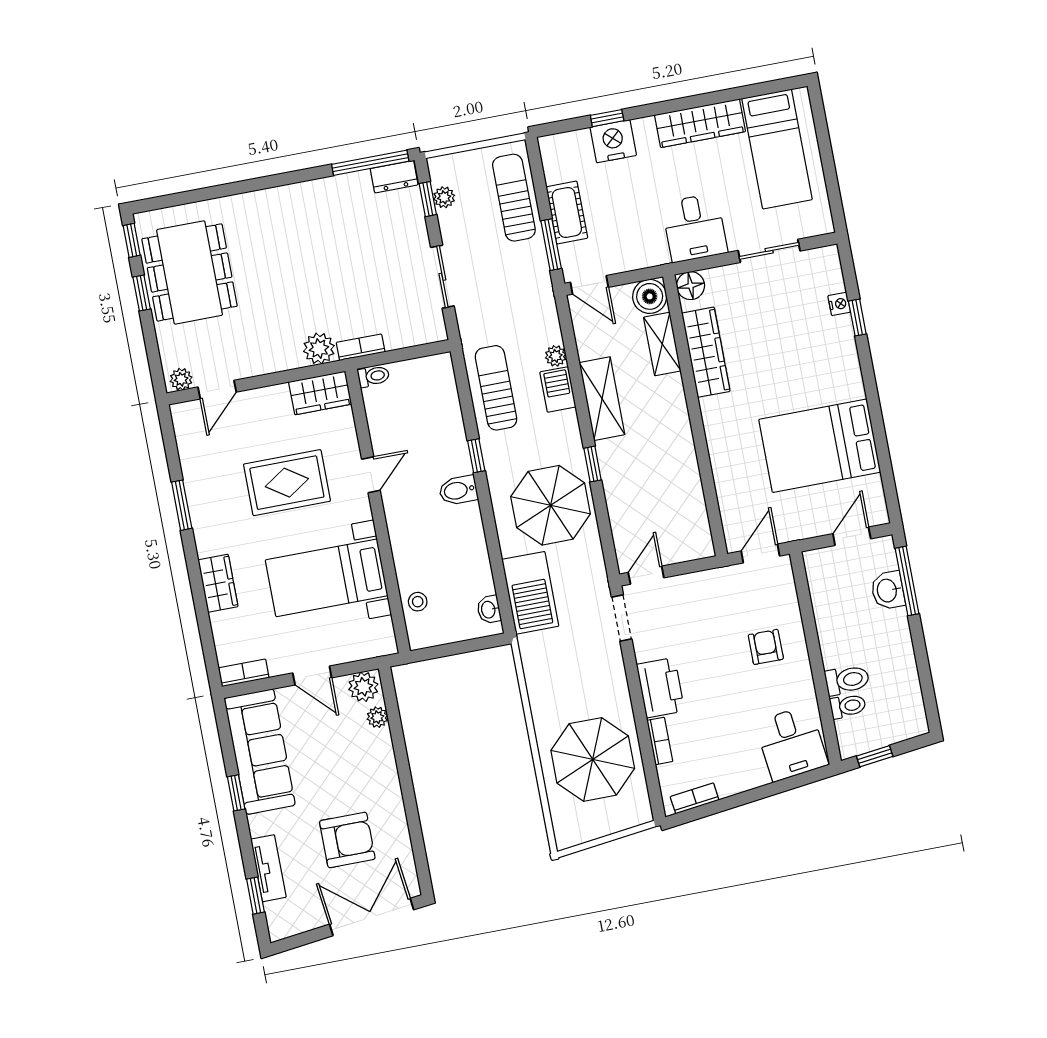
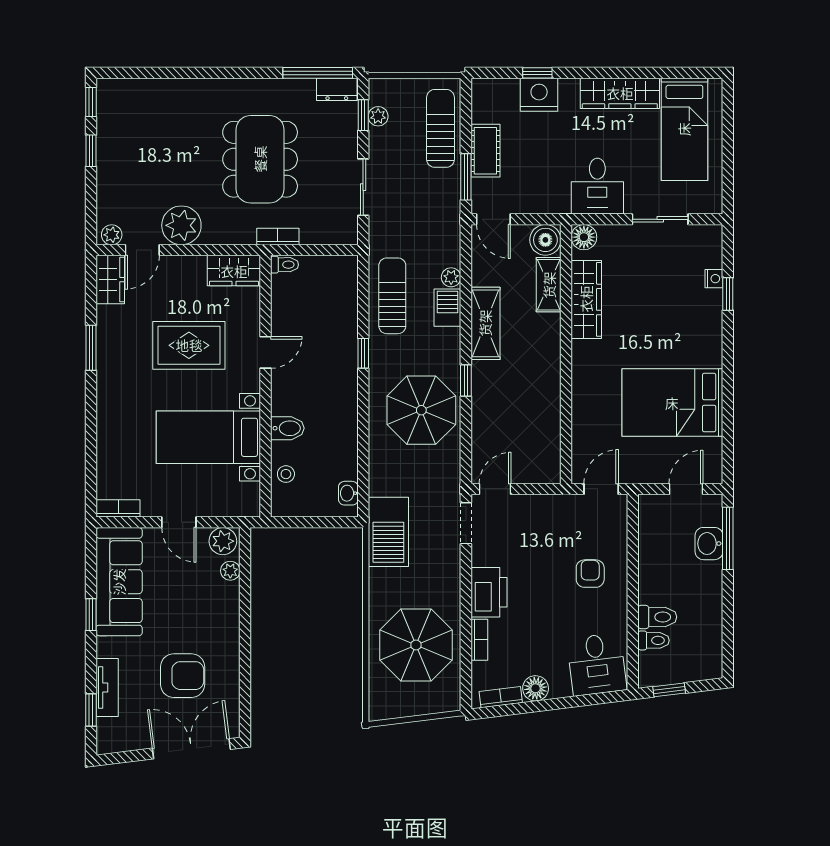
dining table: (190, 272) -> (260, 159), moved
plant: (319, 349) -> (181, 225), moved, width x1.36, depth x1.36
bidet: (458, 490) -> (287, 428), moved, turned 180
wardrobe: (218, 583) -> (110, 280), moved
barbecue: (530, 593) -> (388, 532), moved
floor lamp: (730, 782) -> (536, 688), added

